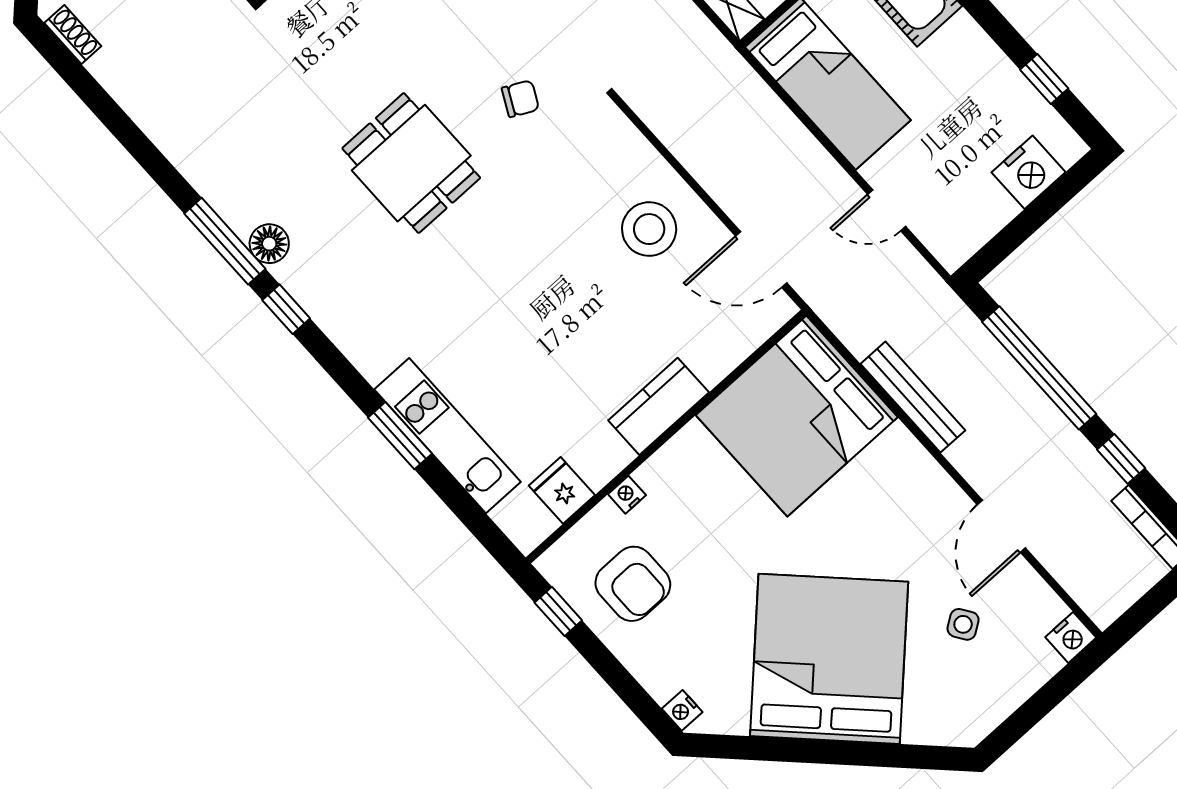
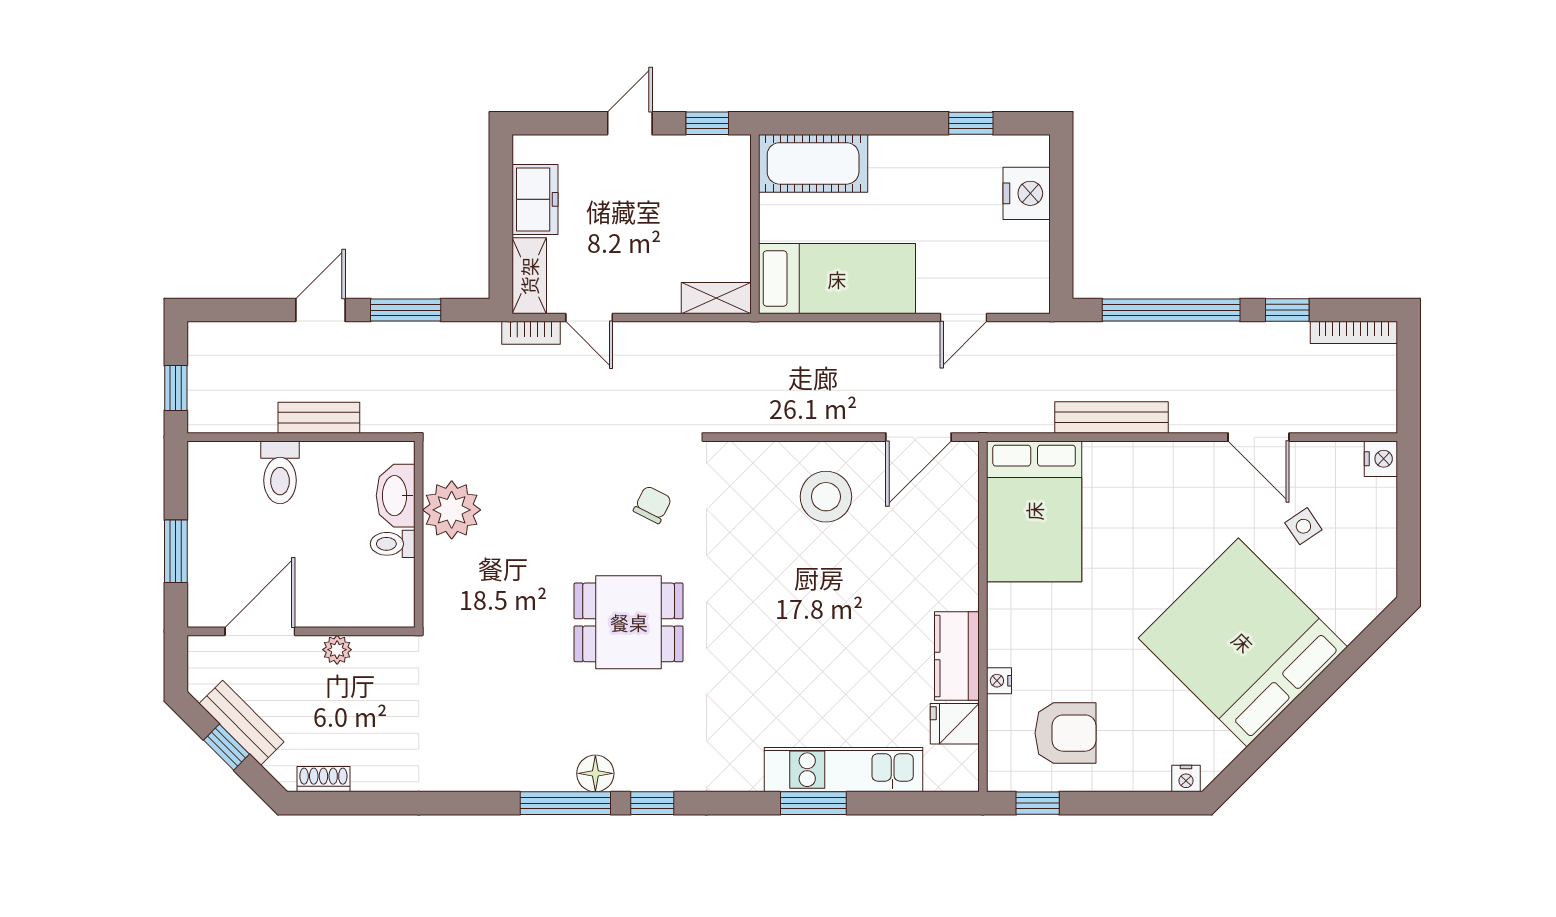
kitchen counter: (659, 406) -> (957, 656), moved
bed: (797, 416) -> (1034, 511), width x0.73

